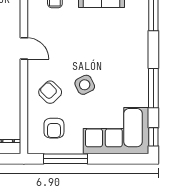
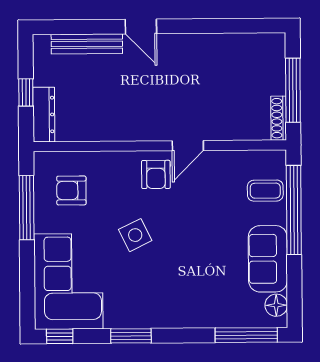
window: (153, 88) -> (131, 336), width x0.69
armchair: (50, 92) -> (156, 174), moved, turned 135

